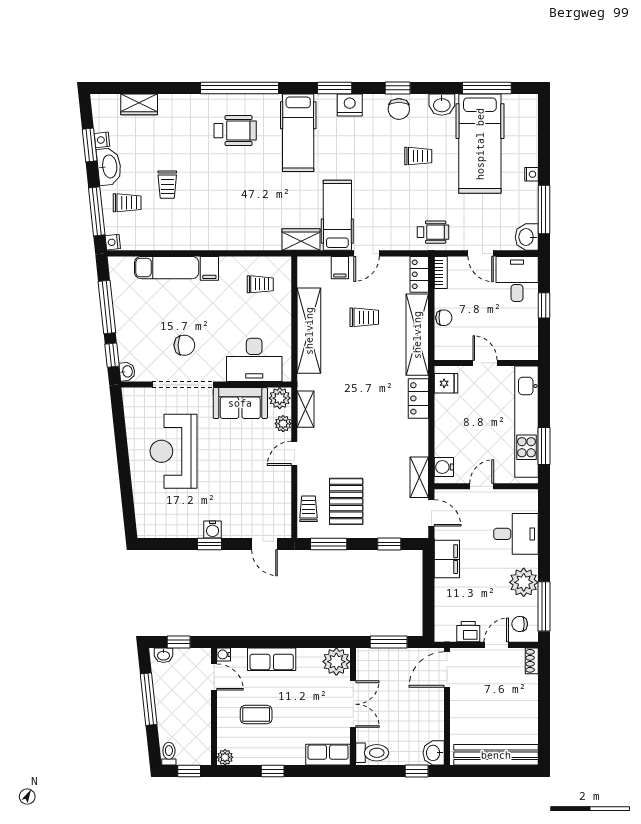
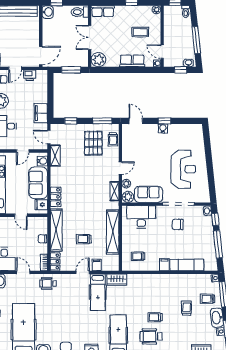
trolley: (418, 156) -> (155, 317), moved
sofa: (452, 425) -> (38, 183), added

